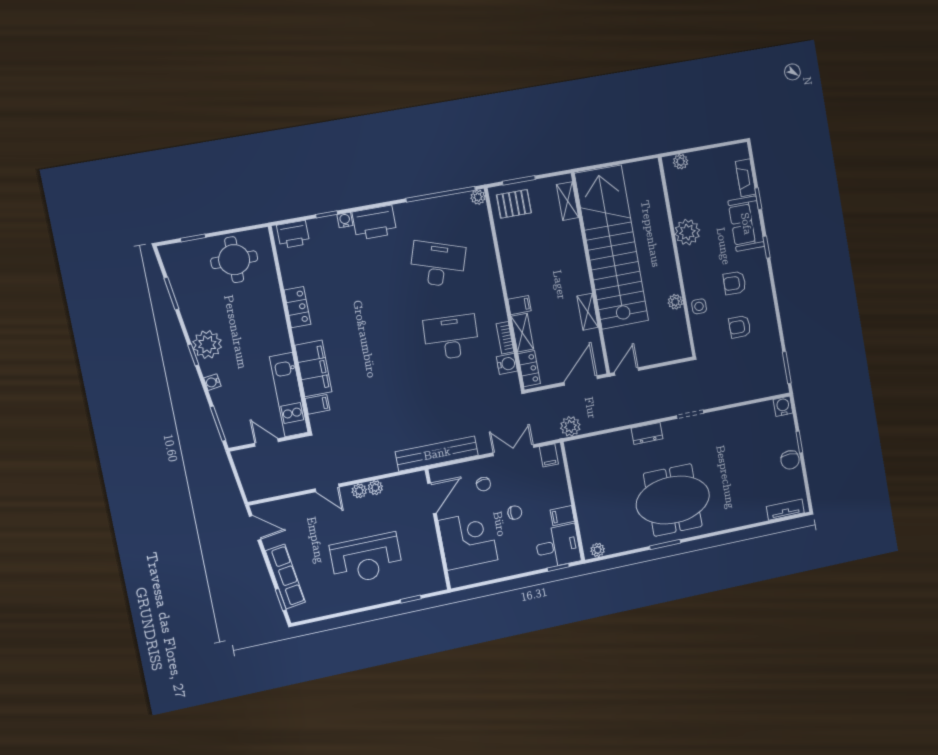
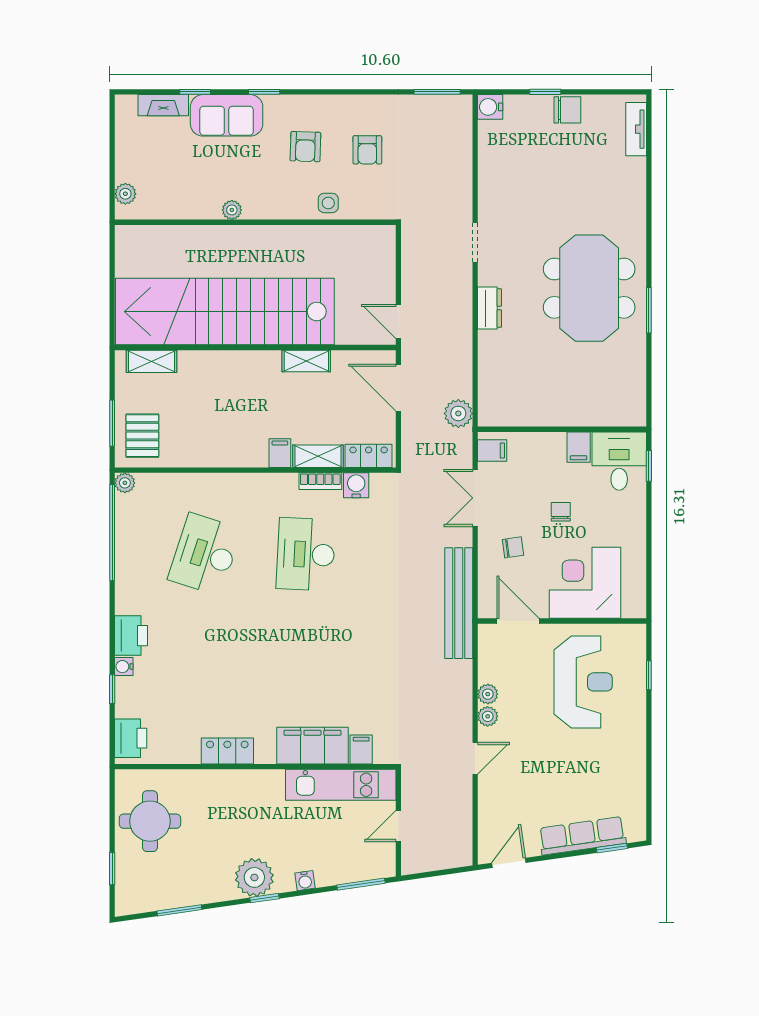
printer: (374, 223) -> (131, 636), width x0.73, depth x0.84
plant: (687, 232) -> (232, 210), width x0.53, depth x0.53
plant: (675, 302) -> (316, 236), removed
plant: (598, 550) -> (636, 407), removed
reception desk: (366, 559) -> (583, 682), moved

